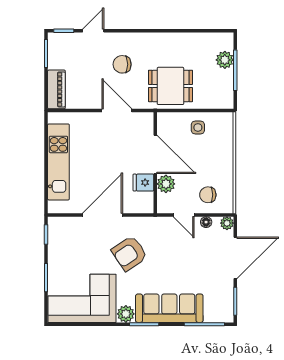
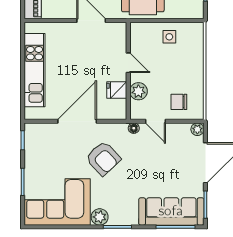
door: (155, 154) -> (128, 63), width x0.53
floor lamp: (206, 222) -> (134, 128), moved
armchair: (129, 253) -> (103, 158), turned -99
sofa: (169, 308) -> (171, 211), moved

